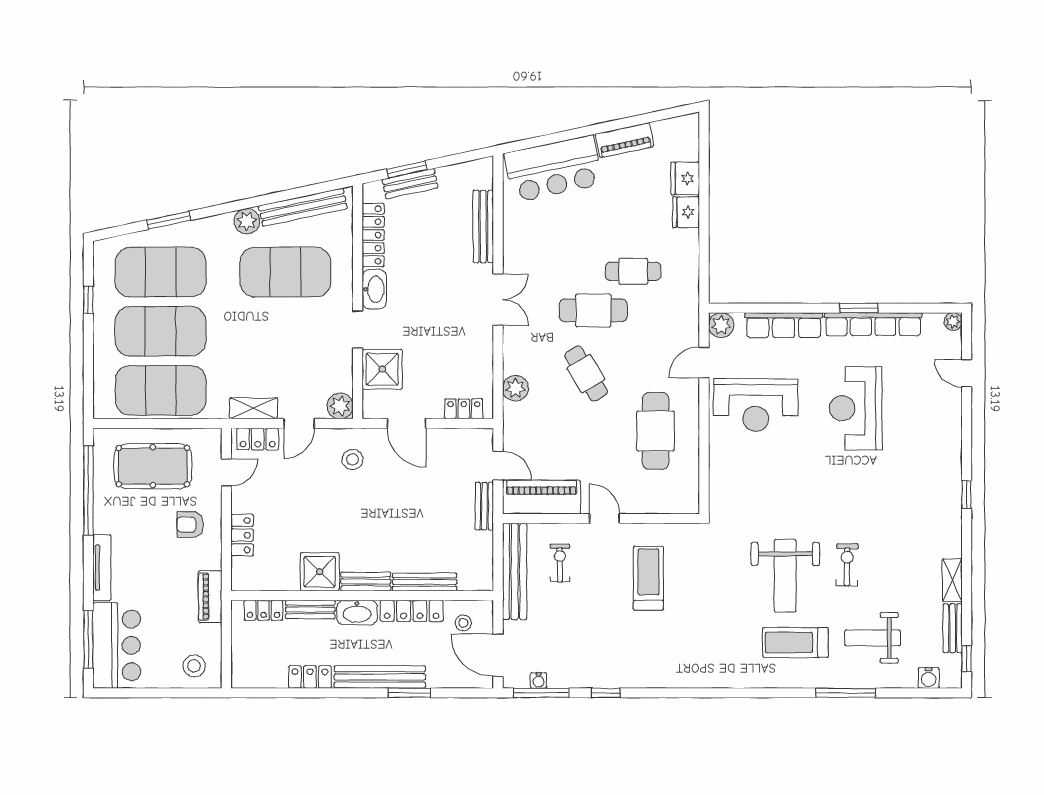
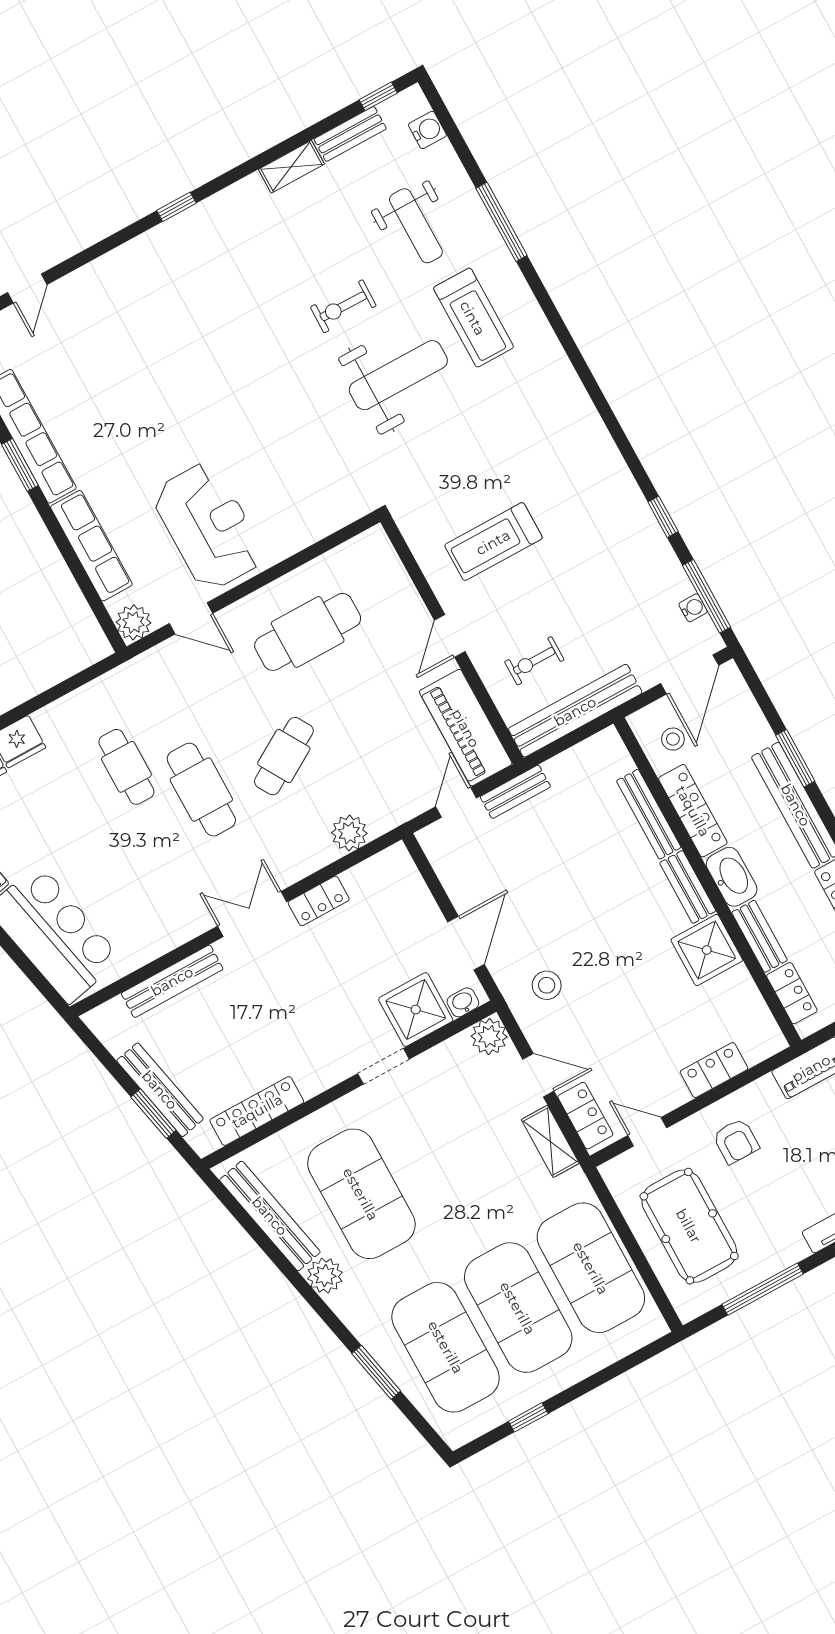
bench: (410, 184) -> (160, 1090), width x1.36
washbasin: (374, 289) -> (463, 1002), moved, width x0.52, depth x0.69
reception desk: (856, 408) -> (145, 401), removed
locker: (464, 409) -> (319, 901), moved, turned -90
window: (88, 491) -> (763, 1289), width x0.68

